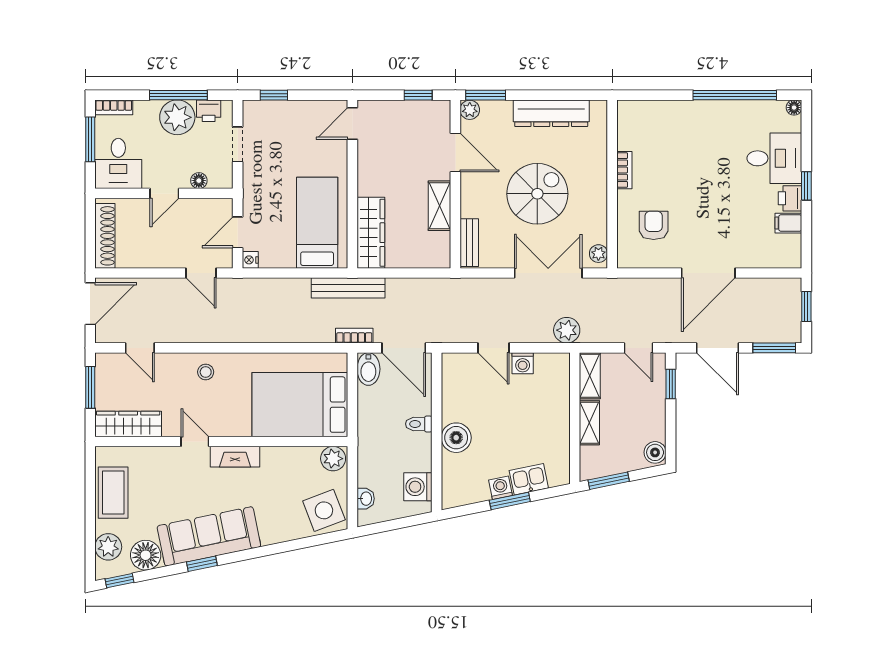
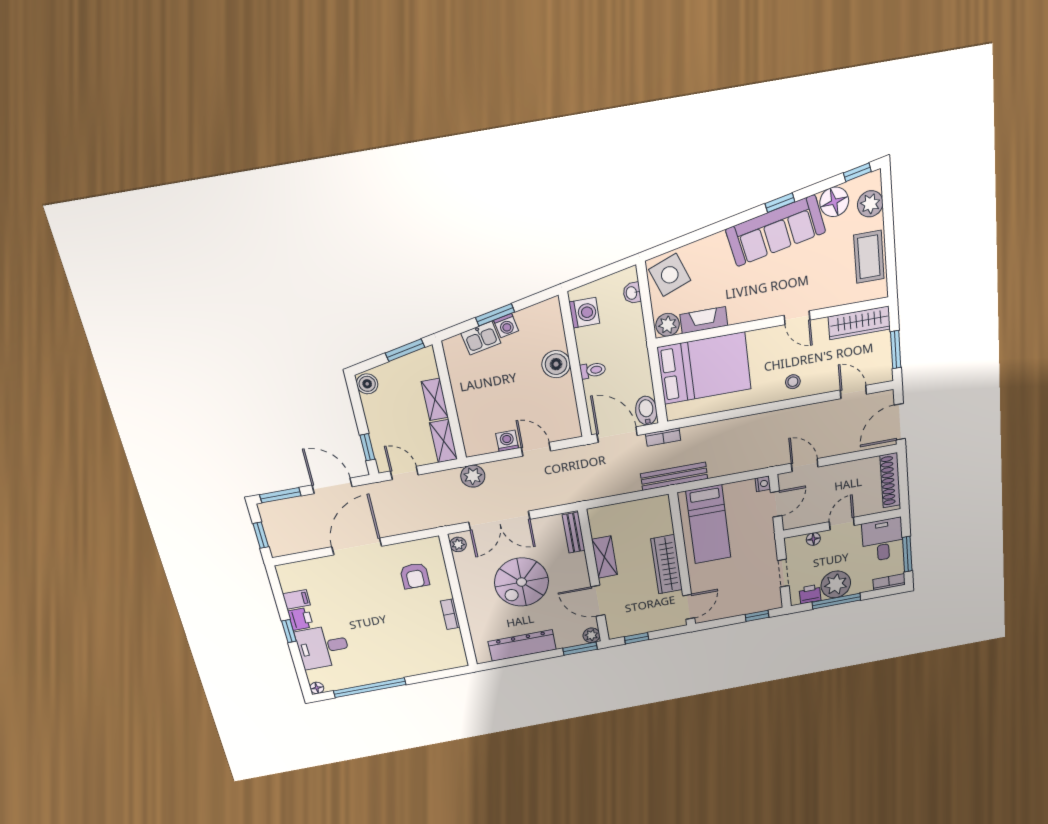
wardrobe: (371, 233) -> (667, 564), moved
fireplace: (235, 457) -> (704, 320), moved

